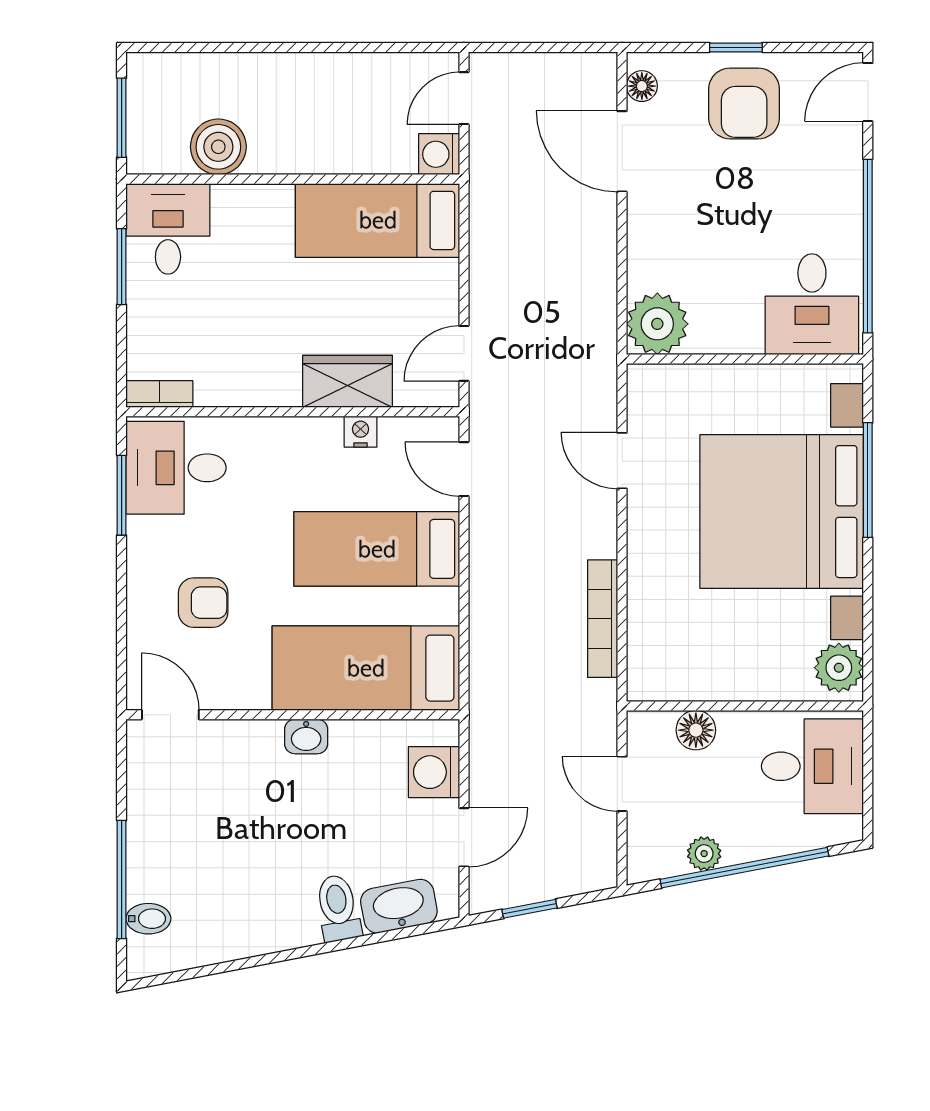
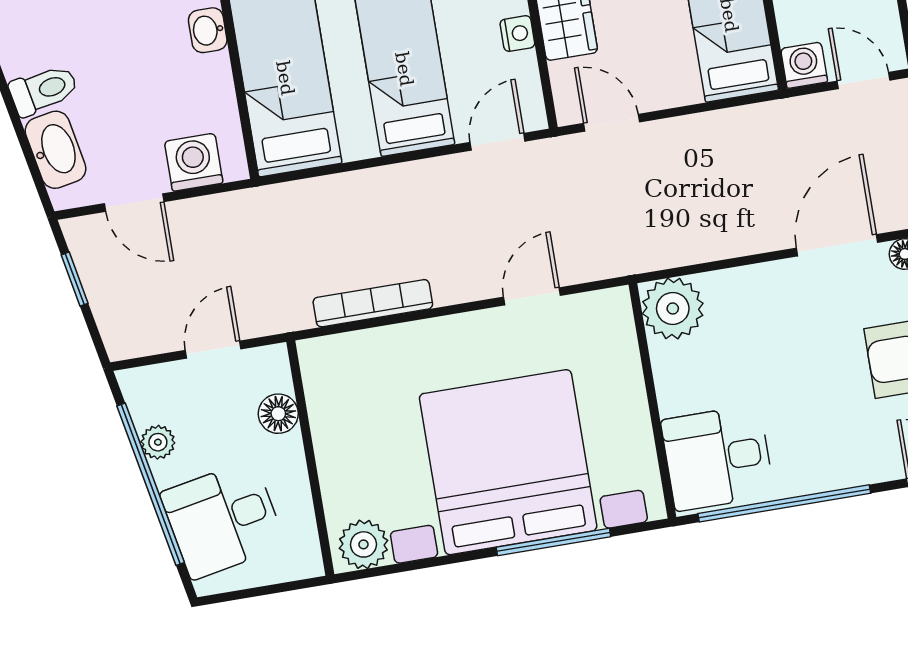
desk: (812, 766) -> (223, 519), moved, turned 79

